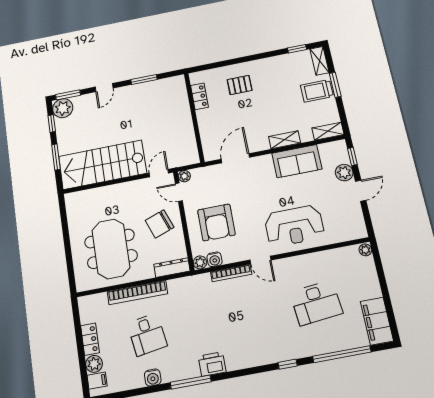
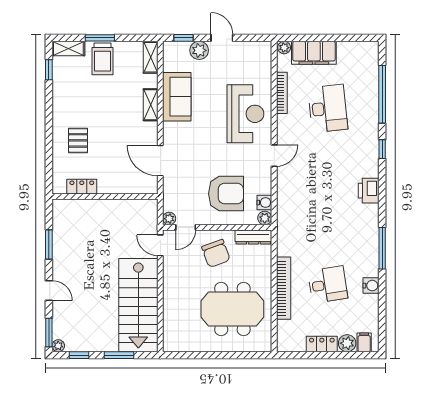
plant: (63, 108) -> (58, 346), width x0.53, depth x0.53
dresser: (172, 268) -> (253, 237), moved, turned -90
bookcase: (231, 273) -> (282, 93), moved
filing cabinet: (377, 321) -> (314, 53), moved
printer: (212, 364) -> (369, 191), moved

